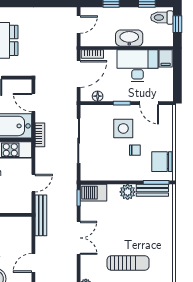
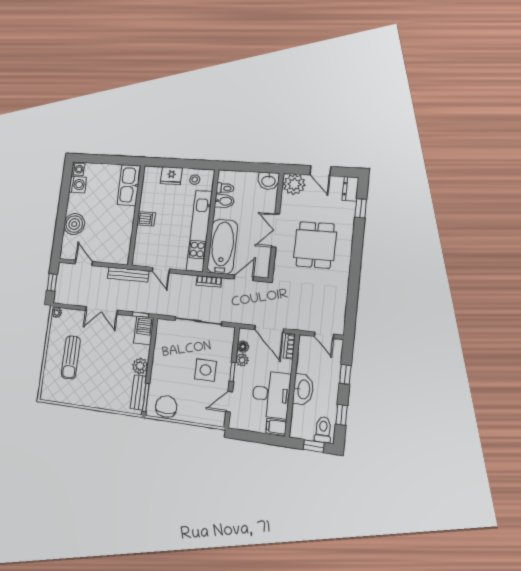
plant: (110, 96) -> (242, 360), added
chair: (135, 150) -> (182, 379), removed

